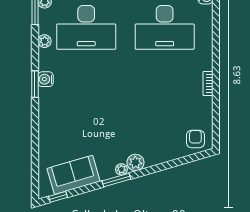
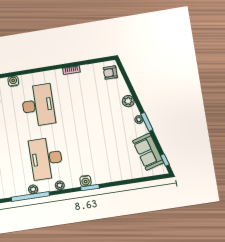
desk: (86, 27) -> (46, 158), turned 180
plant: (135, 163) -> (128, 101), moved

